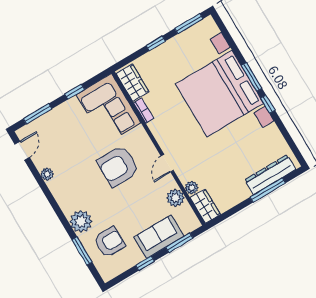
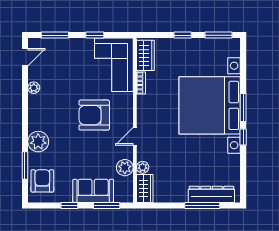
armchair: (109, 242) -> (42, 181), moved, turned -90

